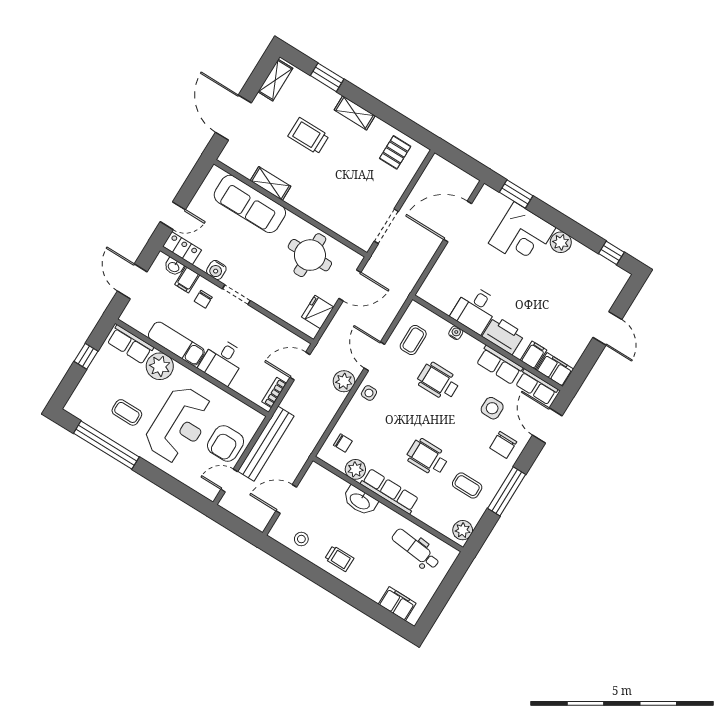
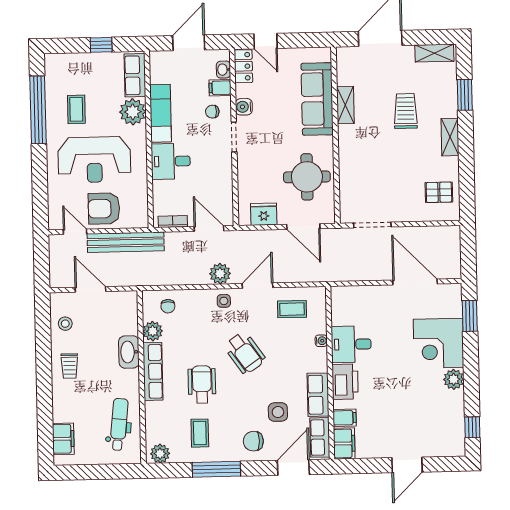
wheelchair: (438, 381) -> (245, 353), moved, turned 145

